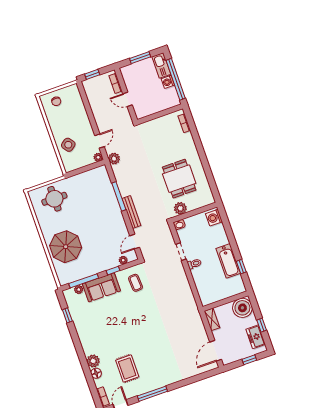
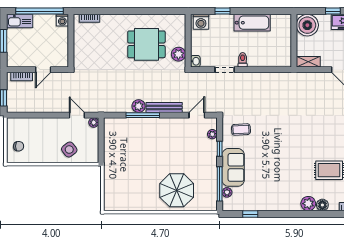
washing machine: (168, 82) -> (62, 20), moved
plant: (114, 159) -> (139, 106), moved
round table: (54, 199) -> (121, 184), removed
door: (135, 242) -> (197, 115), swing flipped
window: (241, 267) -> (223, 11), moved

